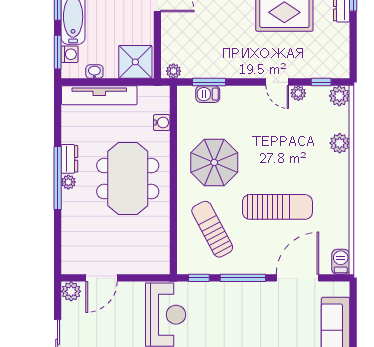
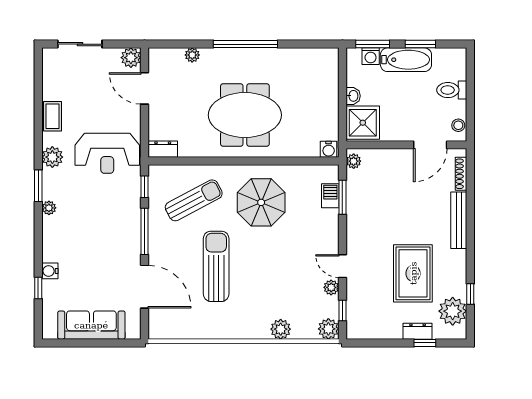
washbasin: (94, 72) -> (353, 96), moved
door: (277, 82) -> (342, 266), hinge flipped
tv unit: (99, 95) -> (329, 86), removed
water cooler: (162, 123) -> (329, 149), moved
dresser: (69, 159) -> (163, 149), moved, turned 180
plant: (68, 182) -> (192, 55), moved
sun lounger: (277, 207) -> (216, 266), turned 180
barbecue: (341, 262) -> (161, 330), removed

